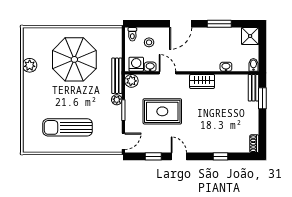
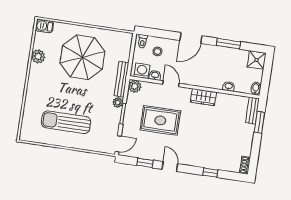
barbecue: (31, 34) -> (44, 26), added

